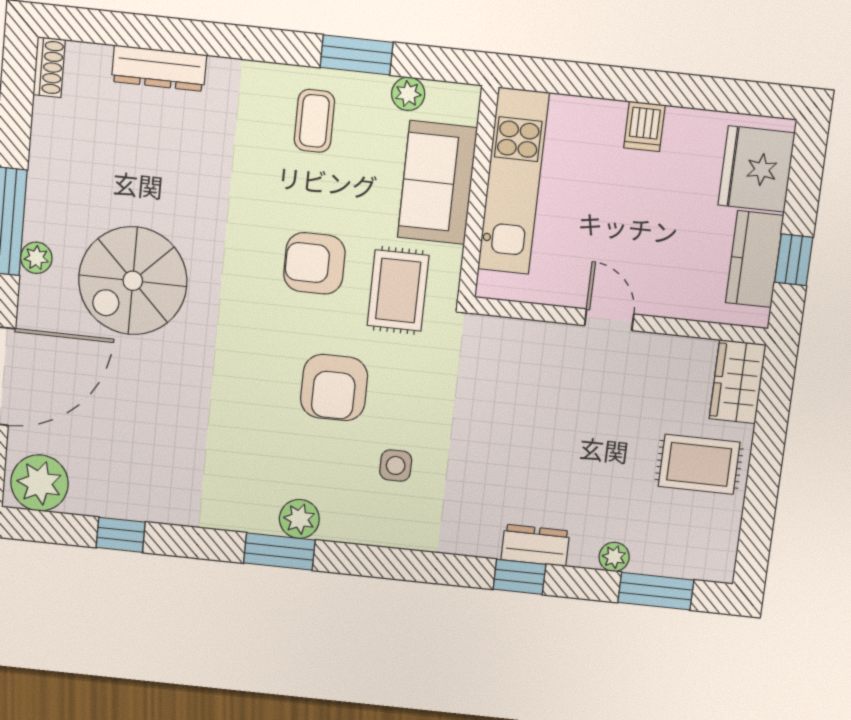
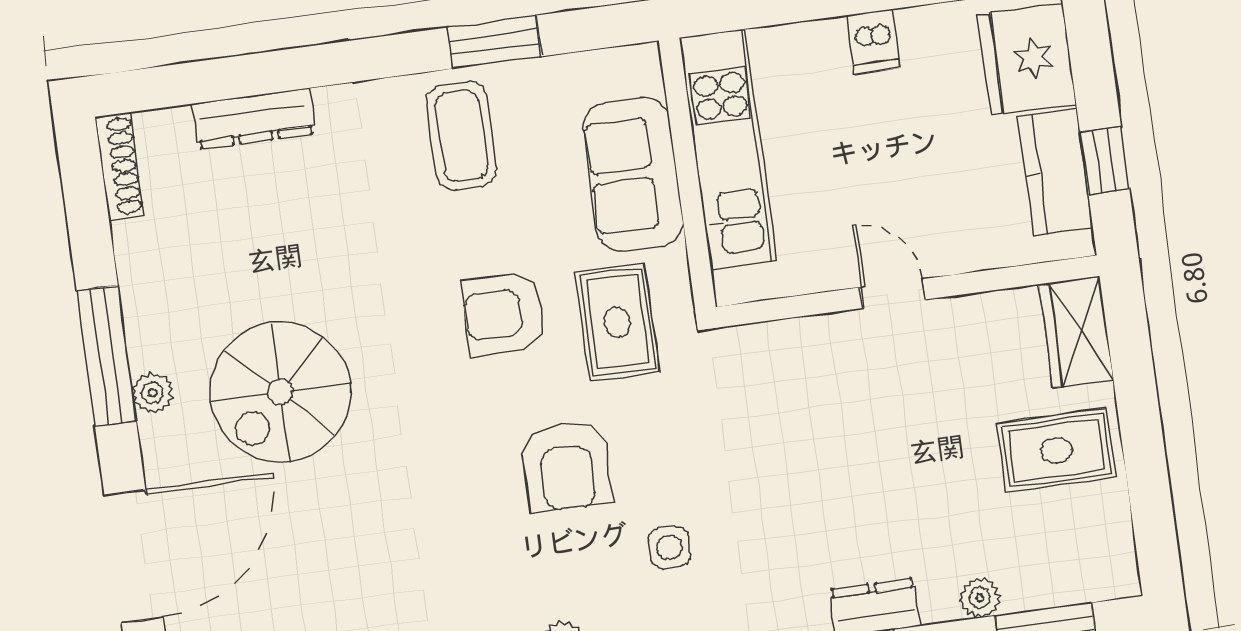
shoe rack: (49, 67) -> (120, 166), width x1.43
plant: (408, 94) -> (570, 74), removed
coffee table: (314, 121) -> (461, 136), width x1.36, depth x1.30

